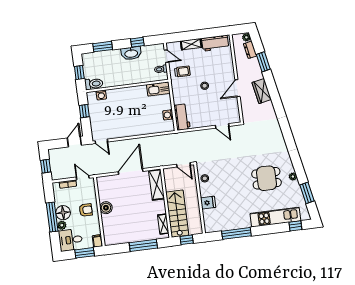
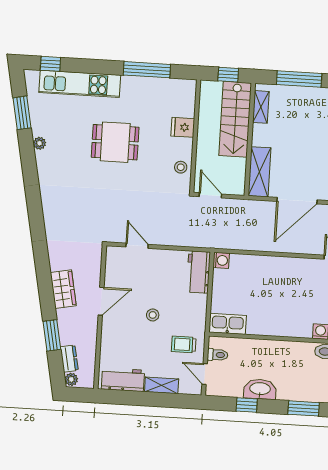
washing machine: (168, 115) -> (221, 260), moved
dining table: (267, 178) -> (115, 142), moved

